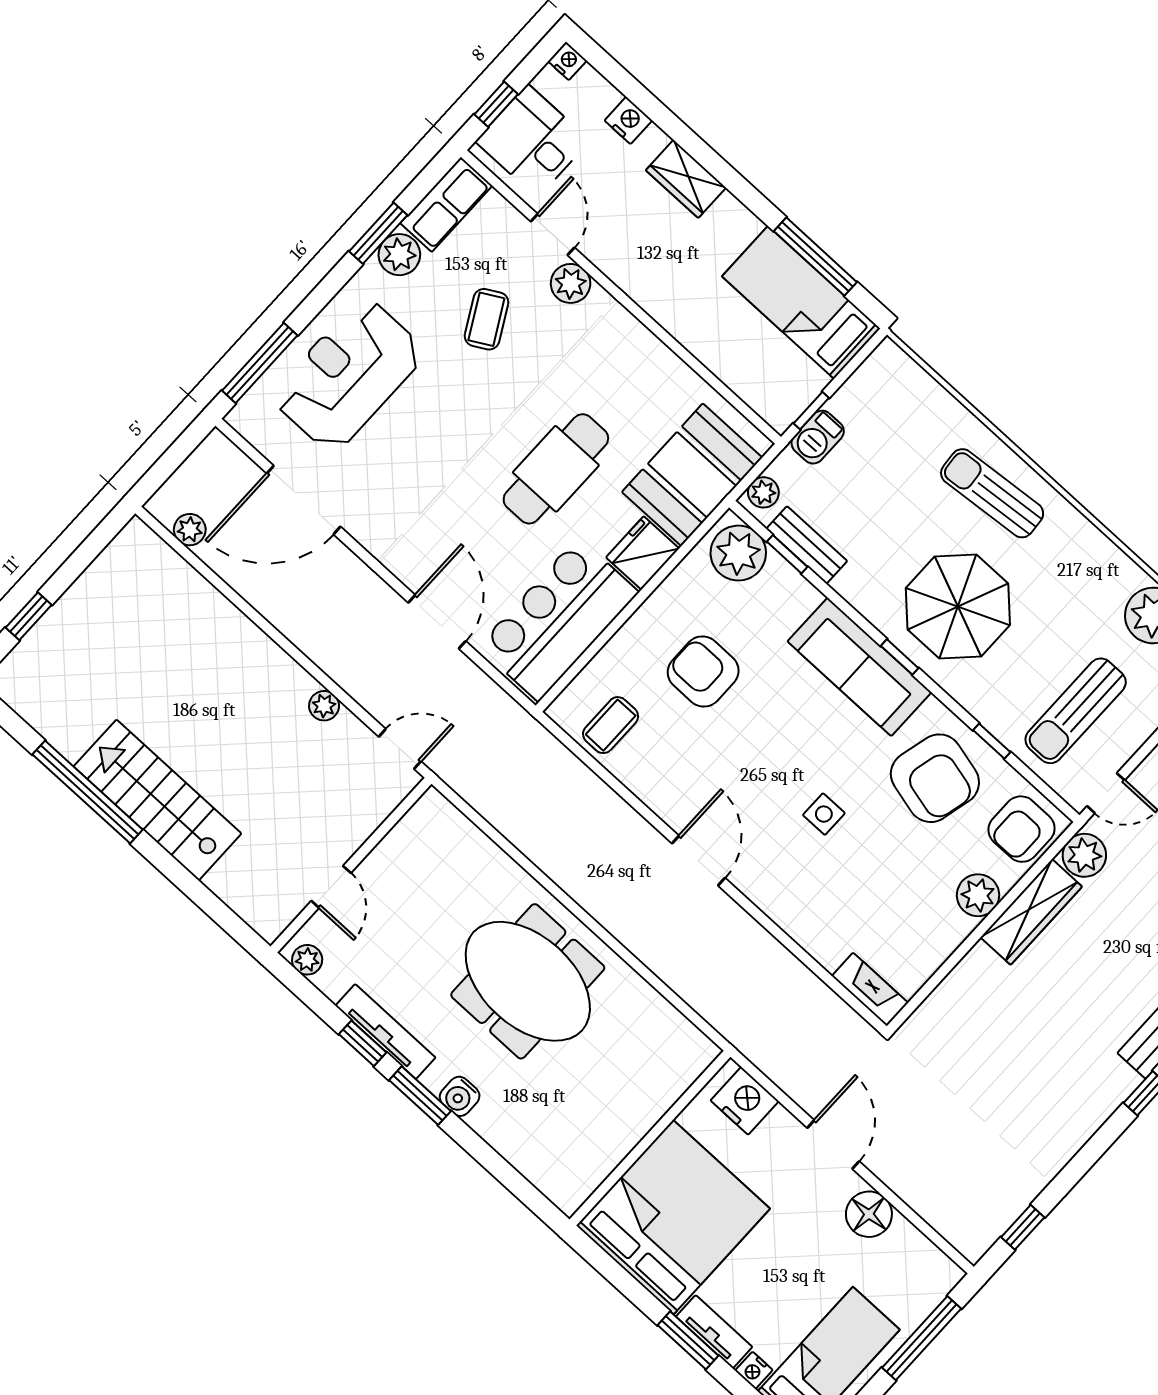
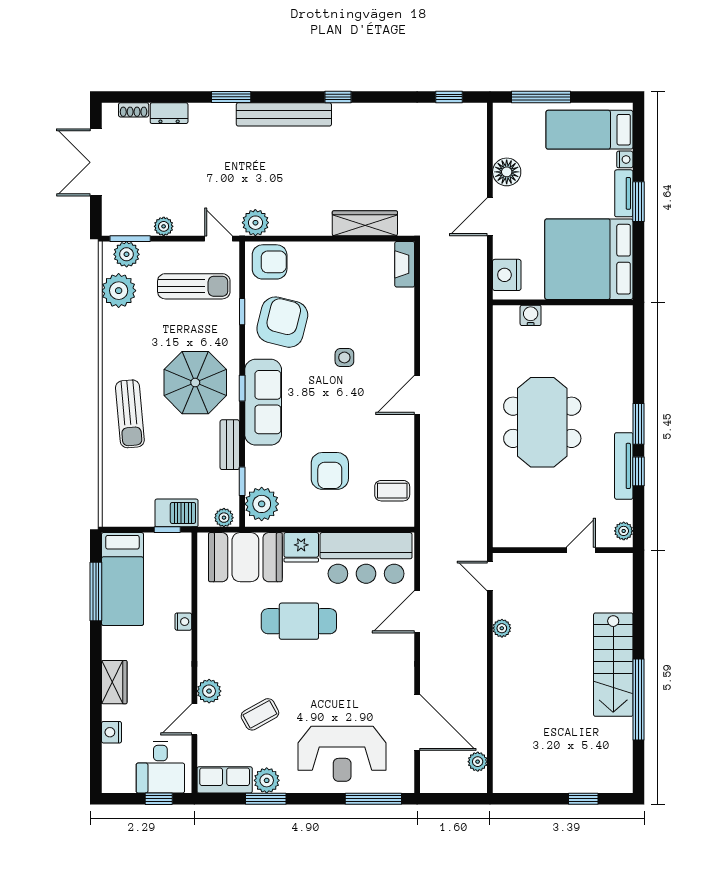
nightstand: (567, 61) -> (183, 622), moved, turned 180
barbecue: (818, 437) -> (177, 513), width x1.38, depth x1.27
bench: (807, 545) -> (230, 445), moved
plant: (978, 895) -> (317, 254), removed
wardrobe: (1031, 912) -> (365, 223), moved
water cooler: (460, 1096) -> (531, 315), moved, turned -90

